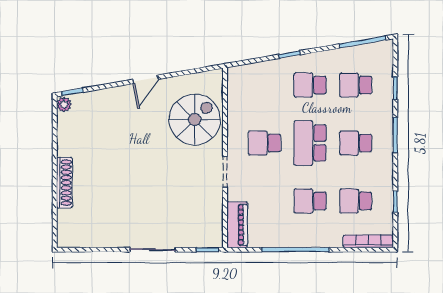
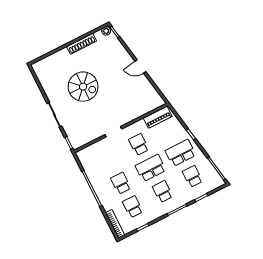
school desk: (310, 85) -> (181, 153), width x1.85
spiral stairs: (195, 120) -> (83, 87), moved
shoe rack: (64, 183) -> (82, 44), moved
piano: (237, 225) -> (158, 117), moved

